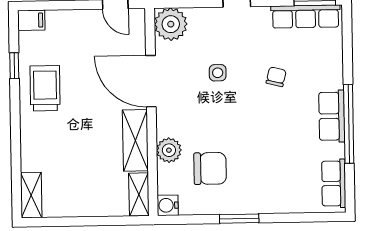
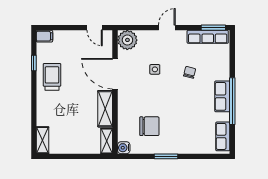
plant: (169, 150) -> (125, 115), removed

